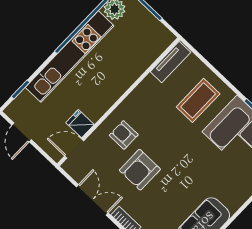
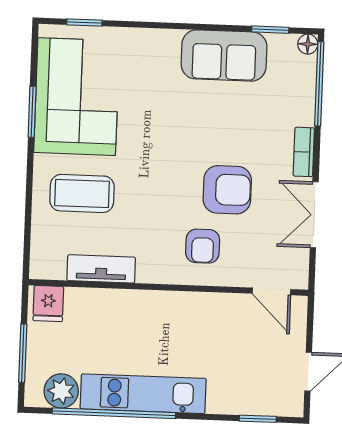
kitchen unit: (70, 57) -> (143, 394), width x0.73
tv unit: (170, 62) -> (101, 269), moved
fridge: (80, 124) -> (48, 304), moved

